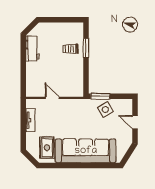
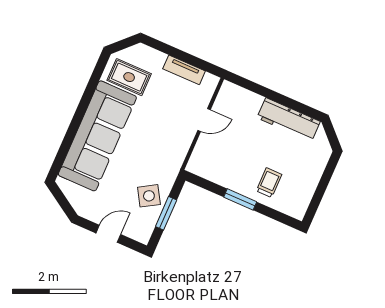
workbench: (32, 48) -> (289, 120), width x1.38
window: (86, 48) -> (240, 199), moved
window: (100, 96) -> (166, 213), moved

